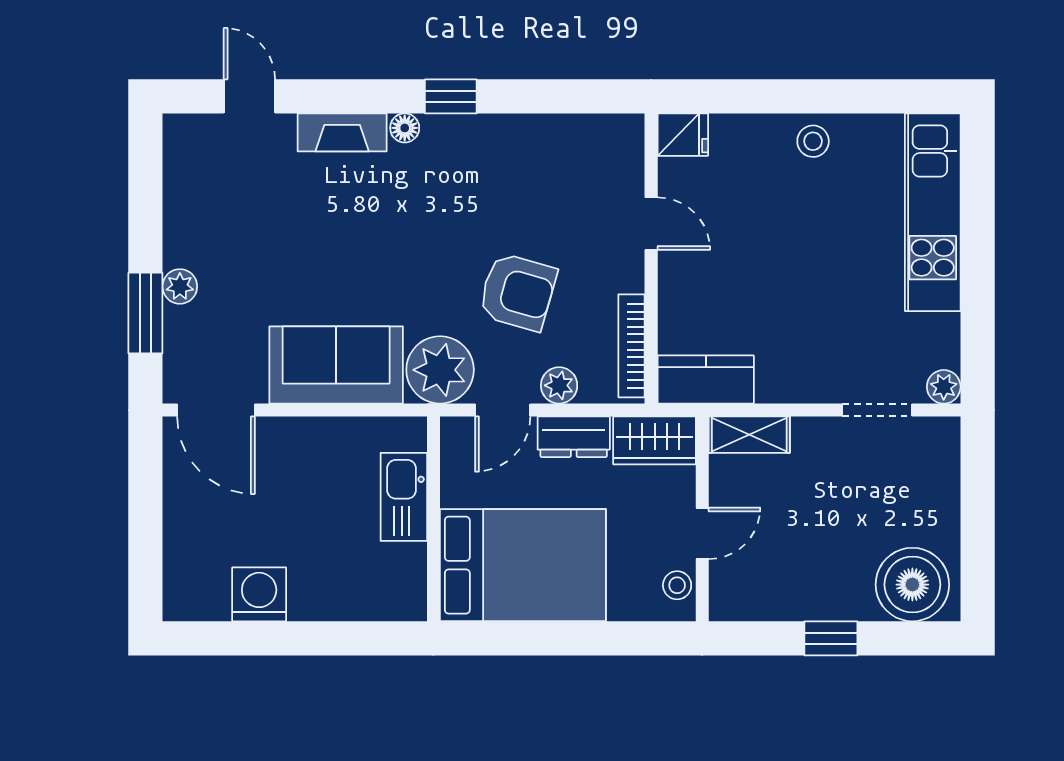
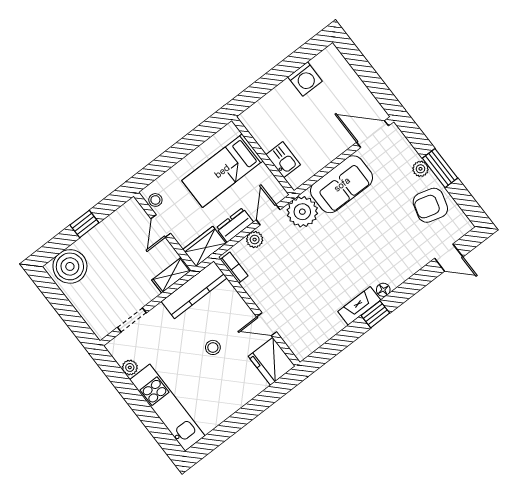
fireplace: (342, 132) -> (359, 306), moved
fridge: (683, 135) -> (272, 361), width x1.88, depth x1.34
stool: (813, 141) -> (213, 347), moved
armchair: (517, 292) -> (430, 205), moved
window: (145, 313) -> (440, 168), moved
bookcase: (632, 346) -> (234, 268), width x0.64
kitchen counter: (706, 380) -> (194, 290), width x1.50
plant: (944, 387) -> (130, 367), moved
kitchen sink: (404, 497) -> (283, 160), width x0.73
bed: (523, 565) -> (222, 171), width x0.67

